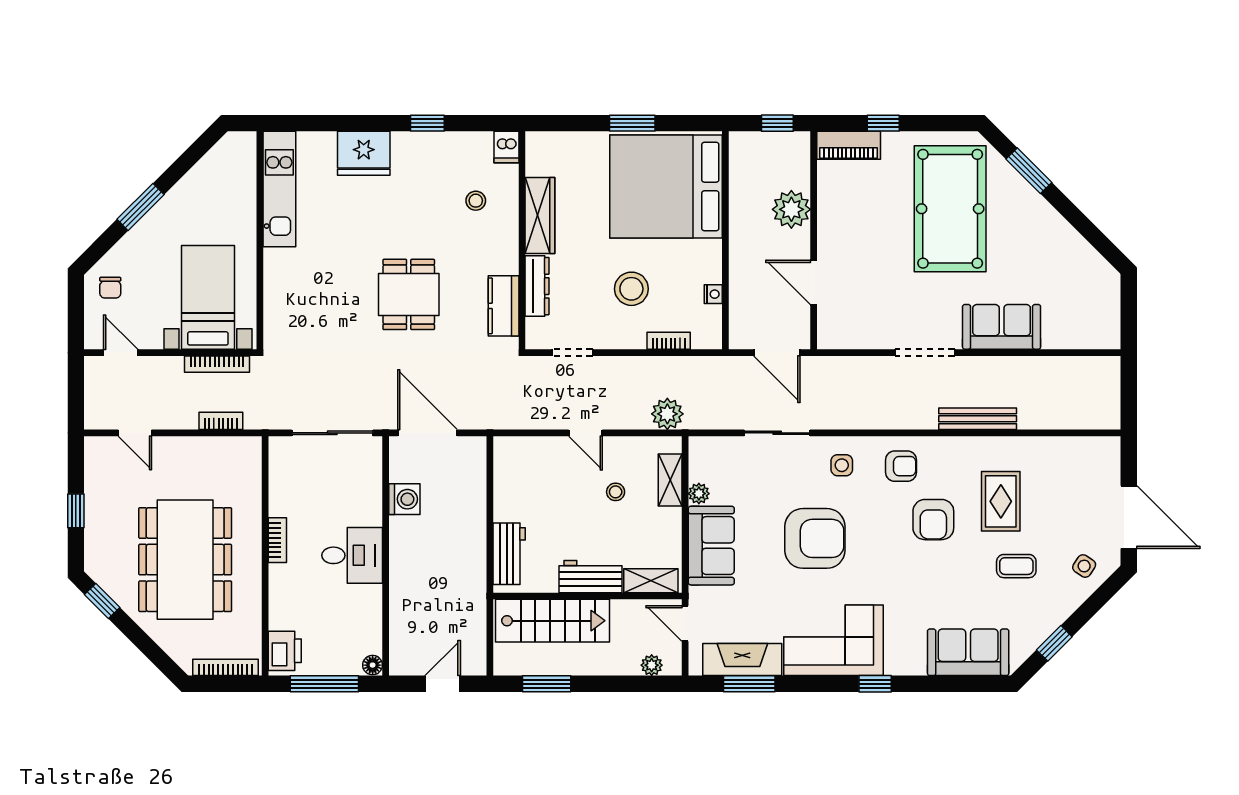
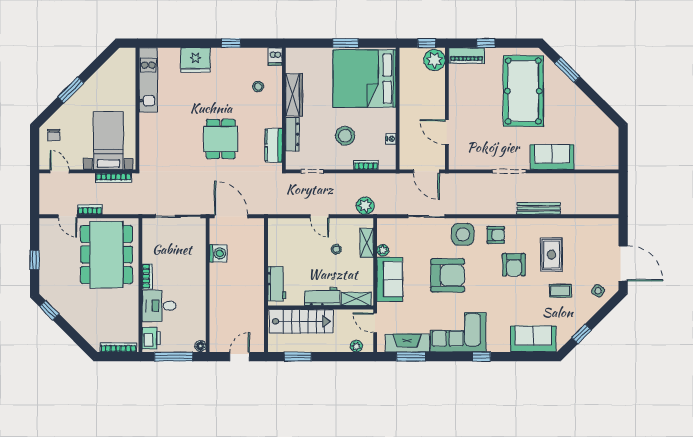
plant: (791, 209) -> (435, 60), moved
bookcase: (221, 421) -> (90, 210), moved
side table: (842, 465) -> (463, 234), width x1.87, depth x1.87
desk: (352, 555) -> (159, 306), moved, turned 180
dining table: (185, 560) -> (106, 255), moved

